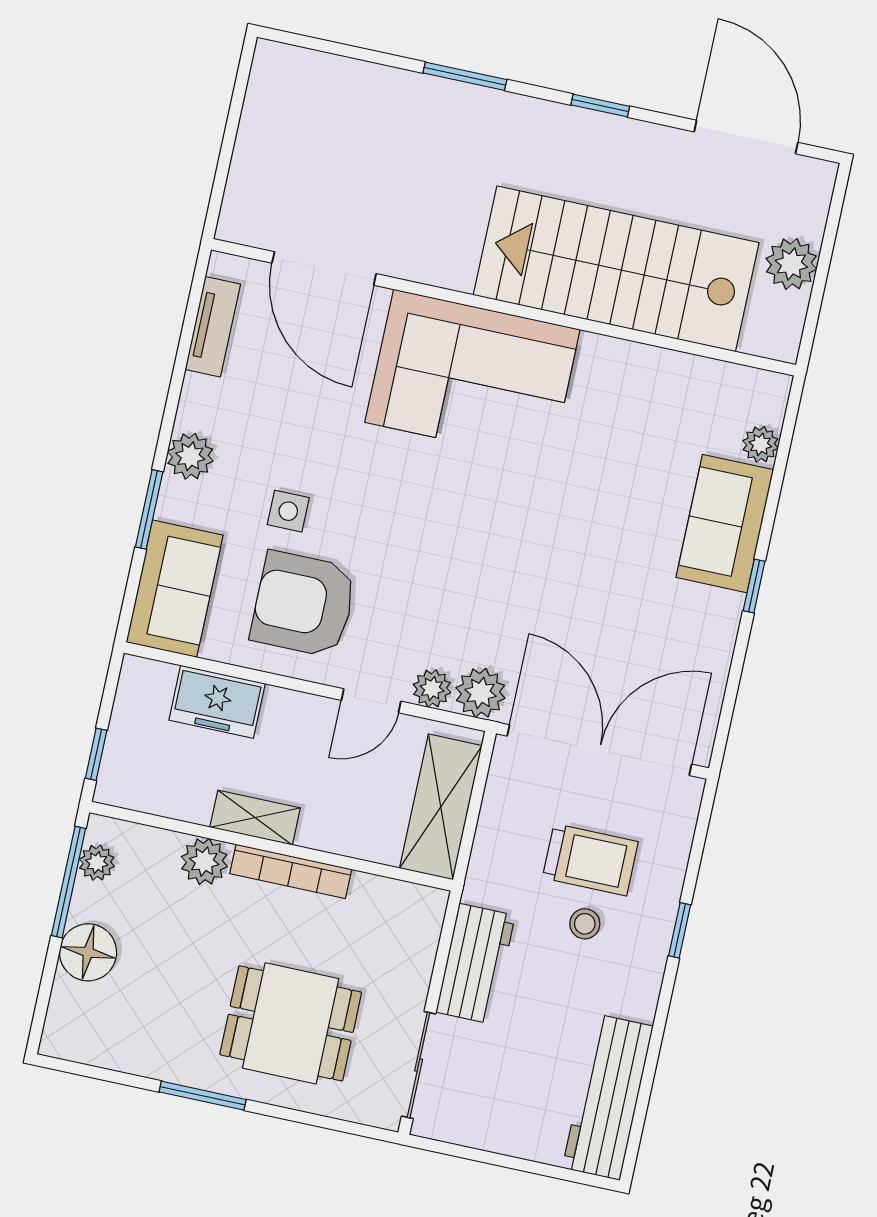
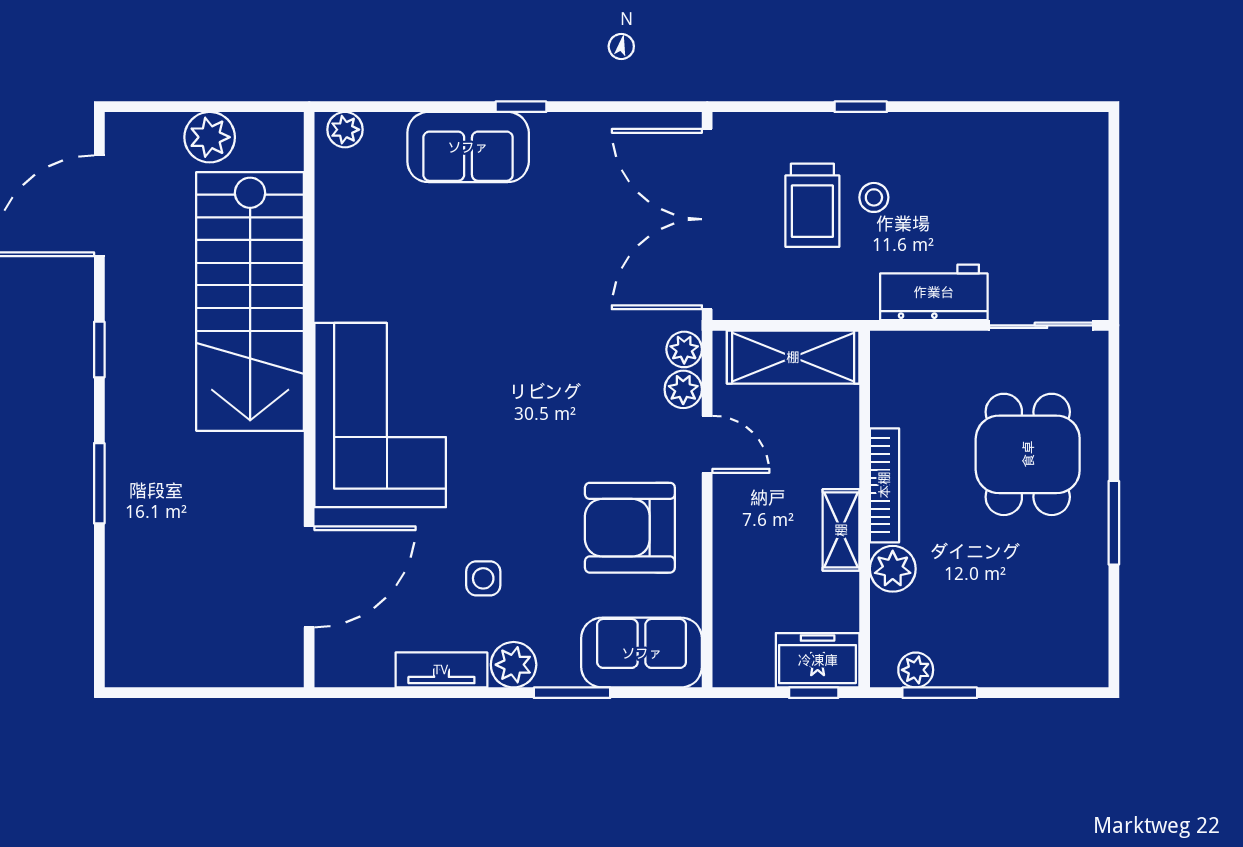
tv unit: (213, 327) -> (441, 670), moved
plant: (760, 444) -> (345, 130), moved
side table: (288, 511) -> (483, 578), moved
armchair: (304, 604) -> (630, 528), turned 90
plant: (480, 693) -> (684, 349), width x0.73, depth x0.73
freezer: (217, 702) -> (818, 660), moved, turned -90
trolley: (590, 860) -> (812, 205), turned 180
window: (69, 882) -> (940, 693), width x0.69
floor lamp: (88, 952) -> (1002, 660), removed
workbench: (608, 1097) -> (1032, 141), removed

